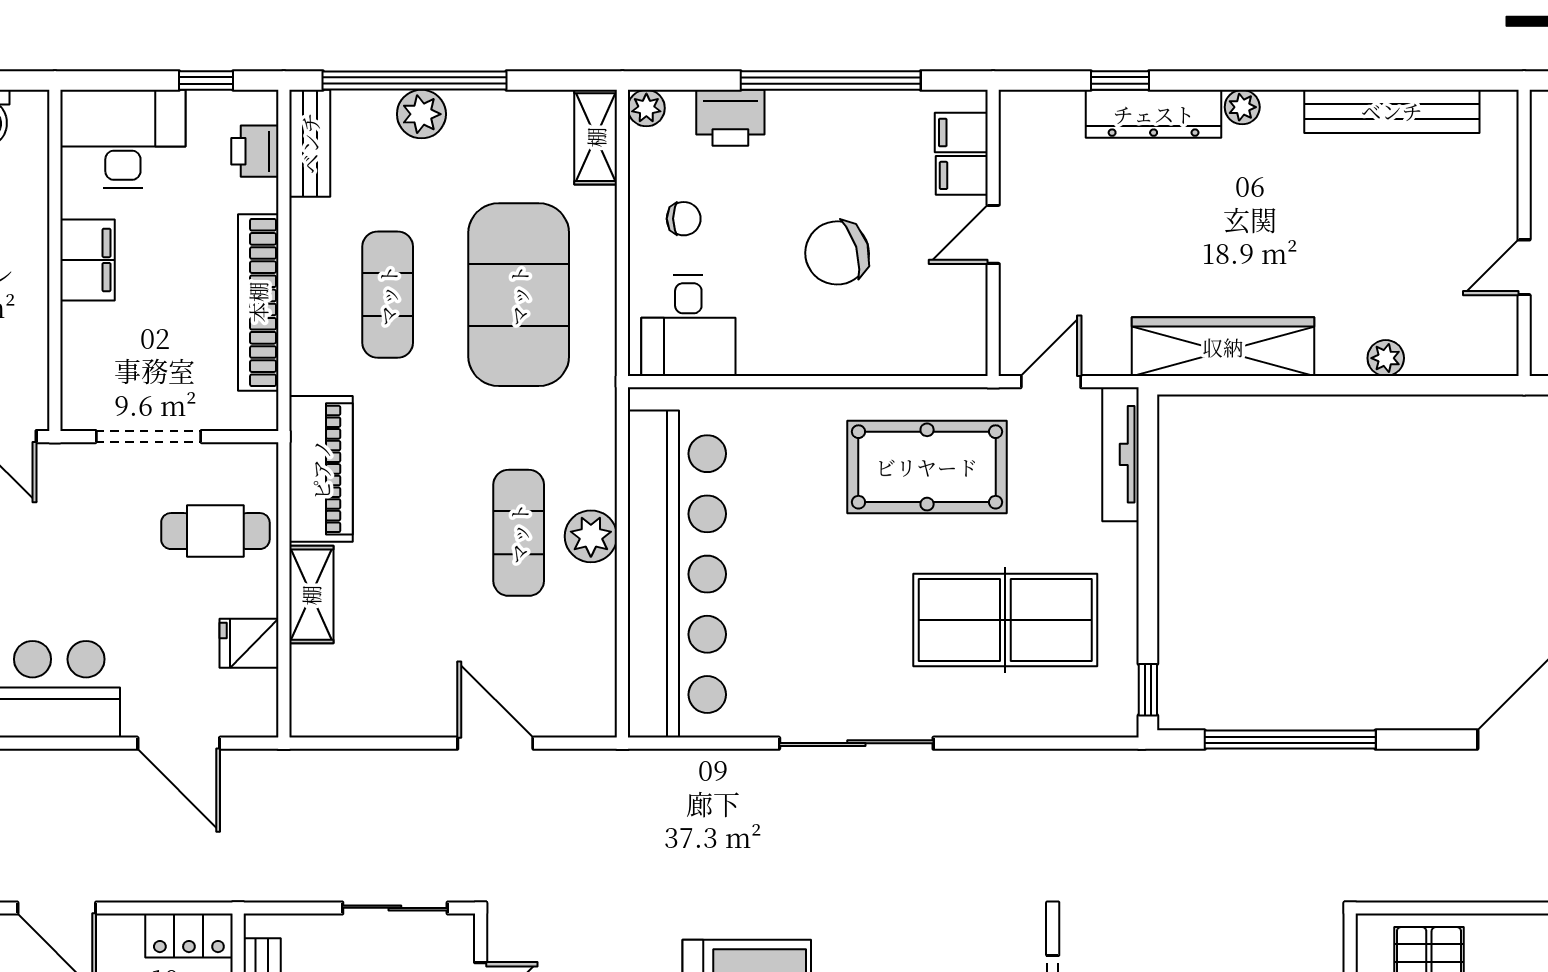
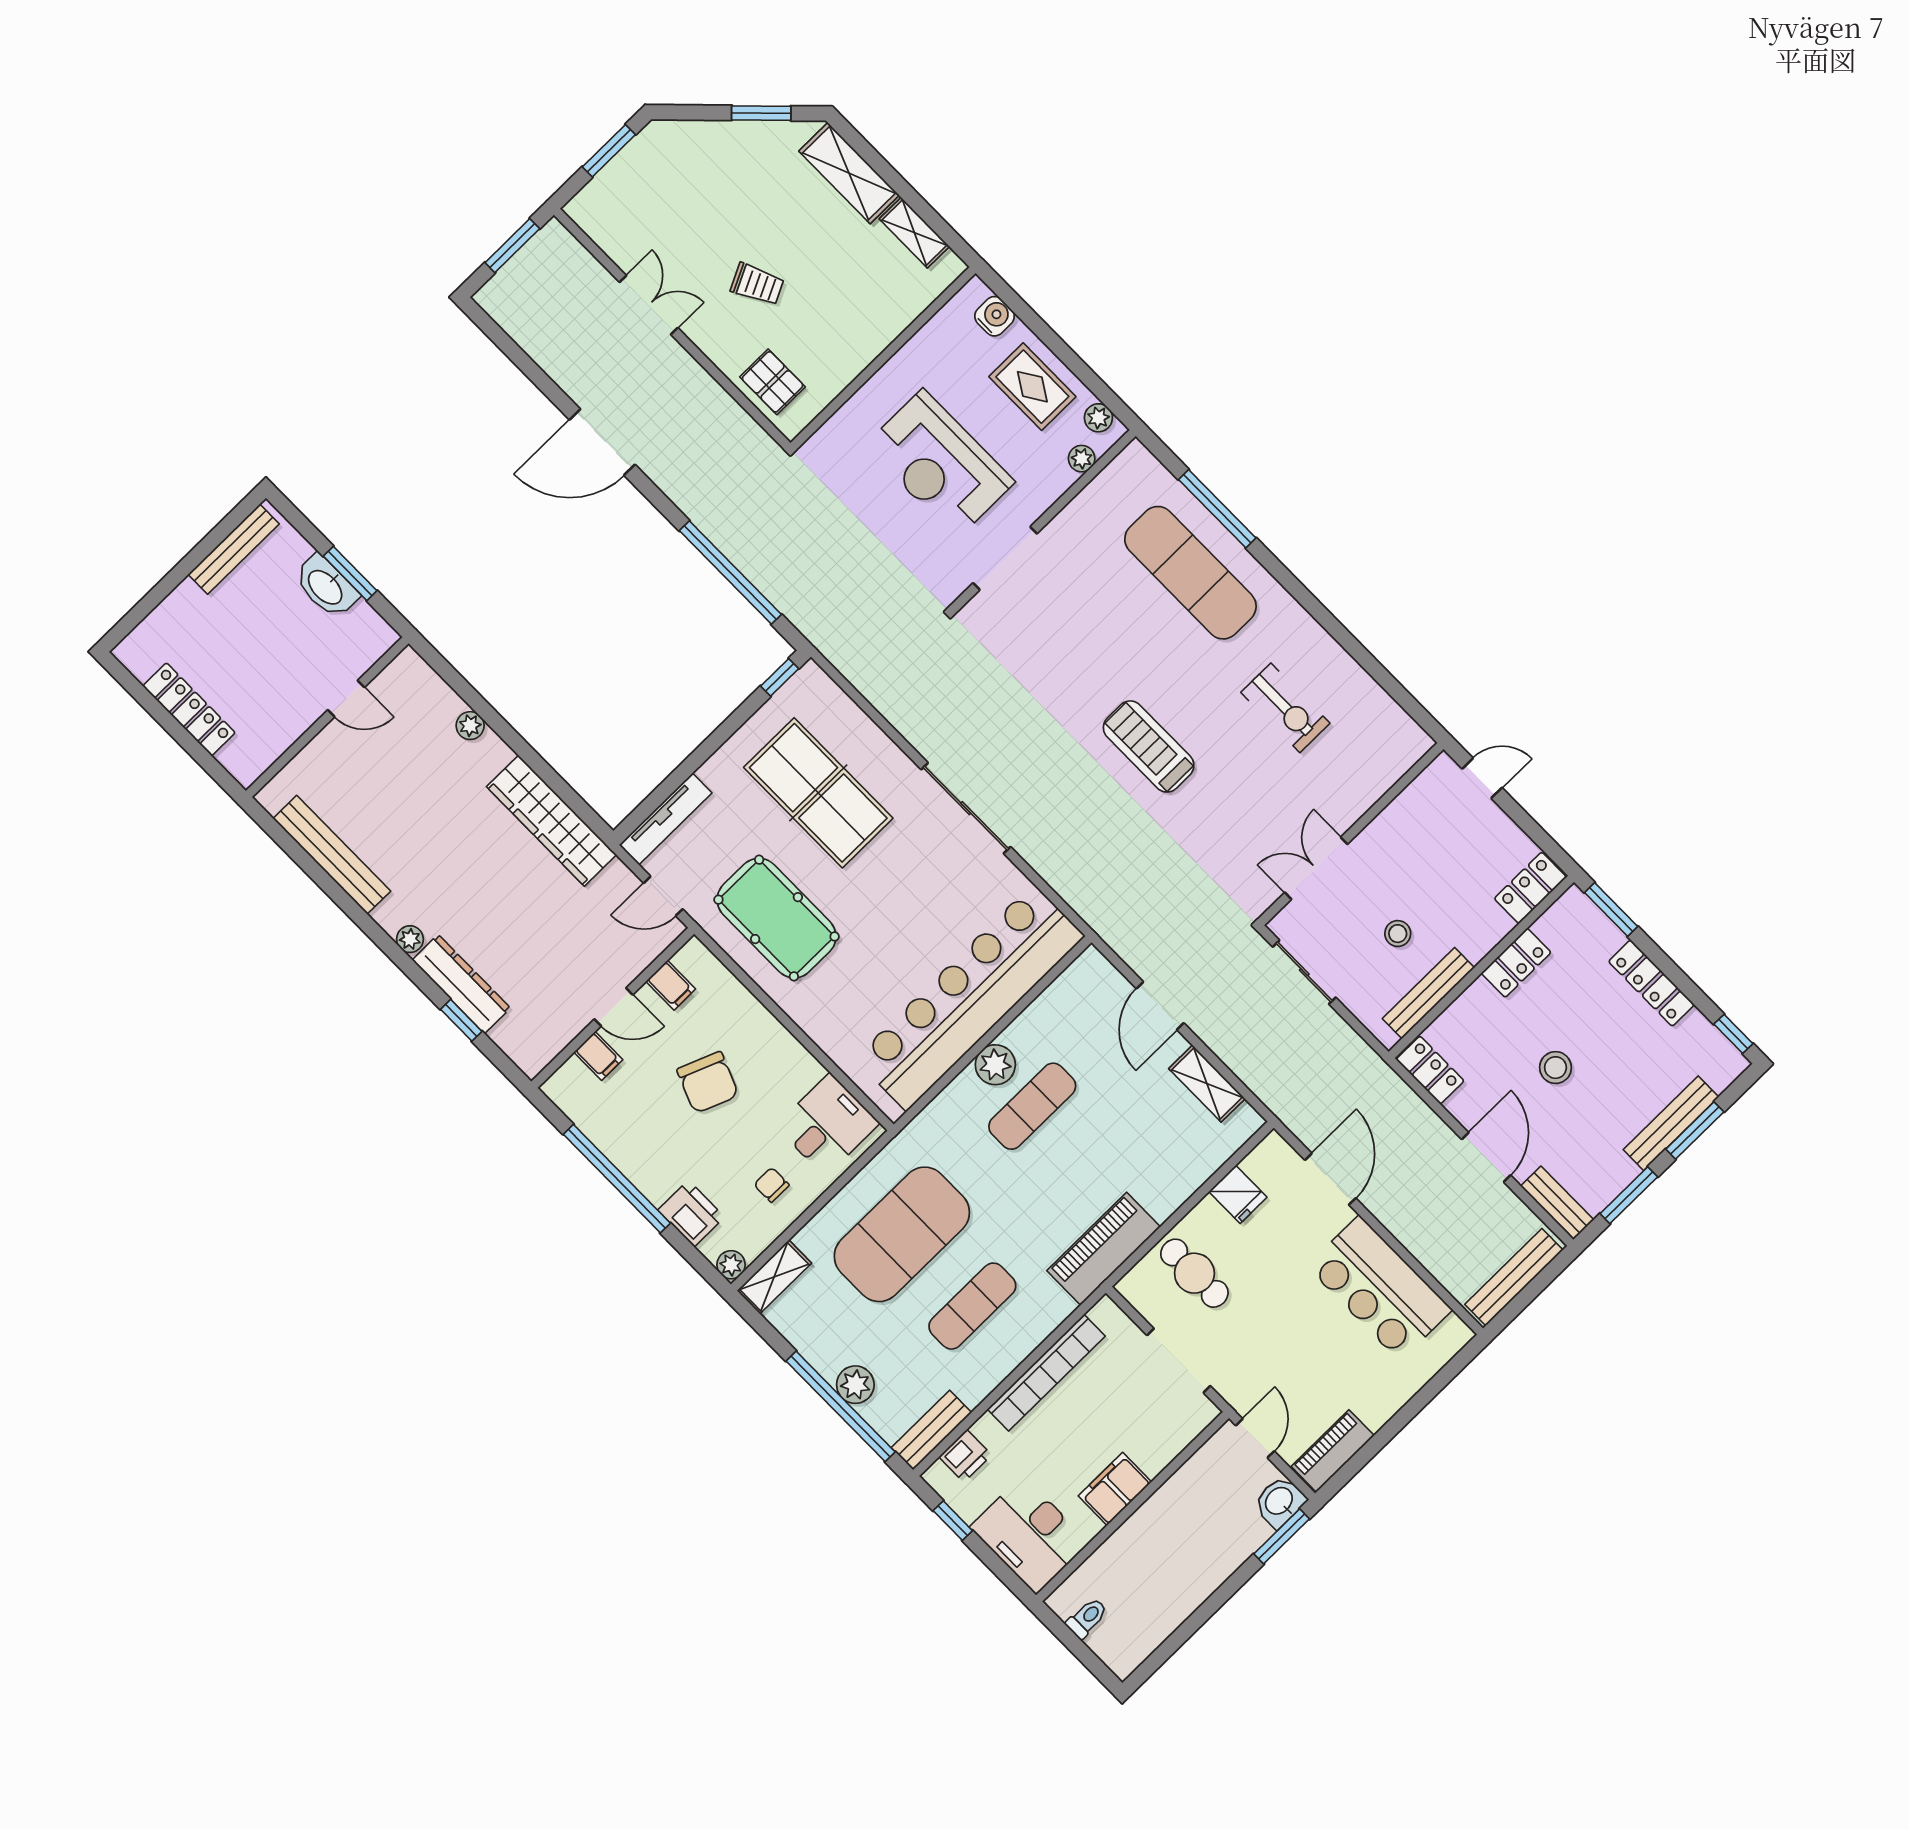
filing cabinet: (961, 133) -> (671, 985), moved
chair: (837, 253) -> (708, 1082), turned 39
shelving: (311, 595) -> (1207, 1084), moved, turned 90

